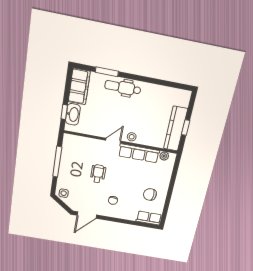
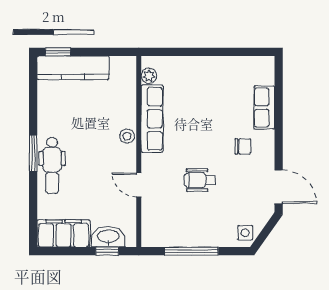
window: (107, 72) -> (33, 153), moved
window: (186, 128) -> (58, 52), moved
kitchen counter: (176, 129) -> (73, 68), moved
door: (113, 141) -> (139, 185), moved
chair: (150, 194) -> (220, 85), removed
row of seats: (149, 218) -> (264, 108), moved

